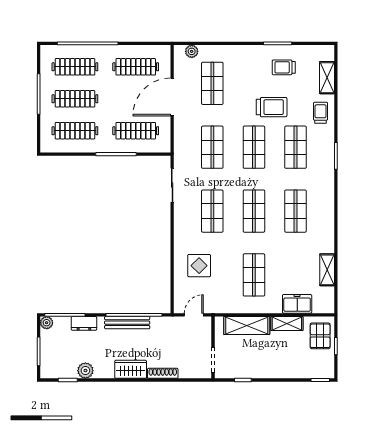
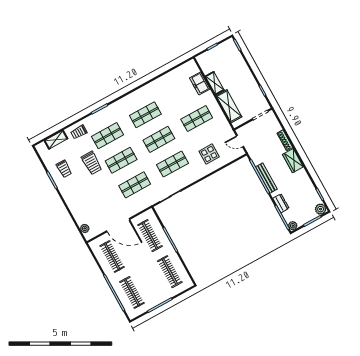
shop shelf: (212, 83) -> (97, 206), removed
clothes rail: (75, 99) -> (151, 282), removed
trolley: (272, 107) -> (92, 163), turned 180
shelving: (327, 270) -> (170, 77), removed
pallet: (320, 336) -> (211, 59), removed
plant: (85, 371) -> (321, 209), moved

